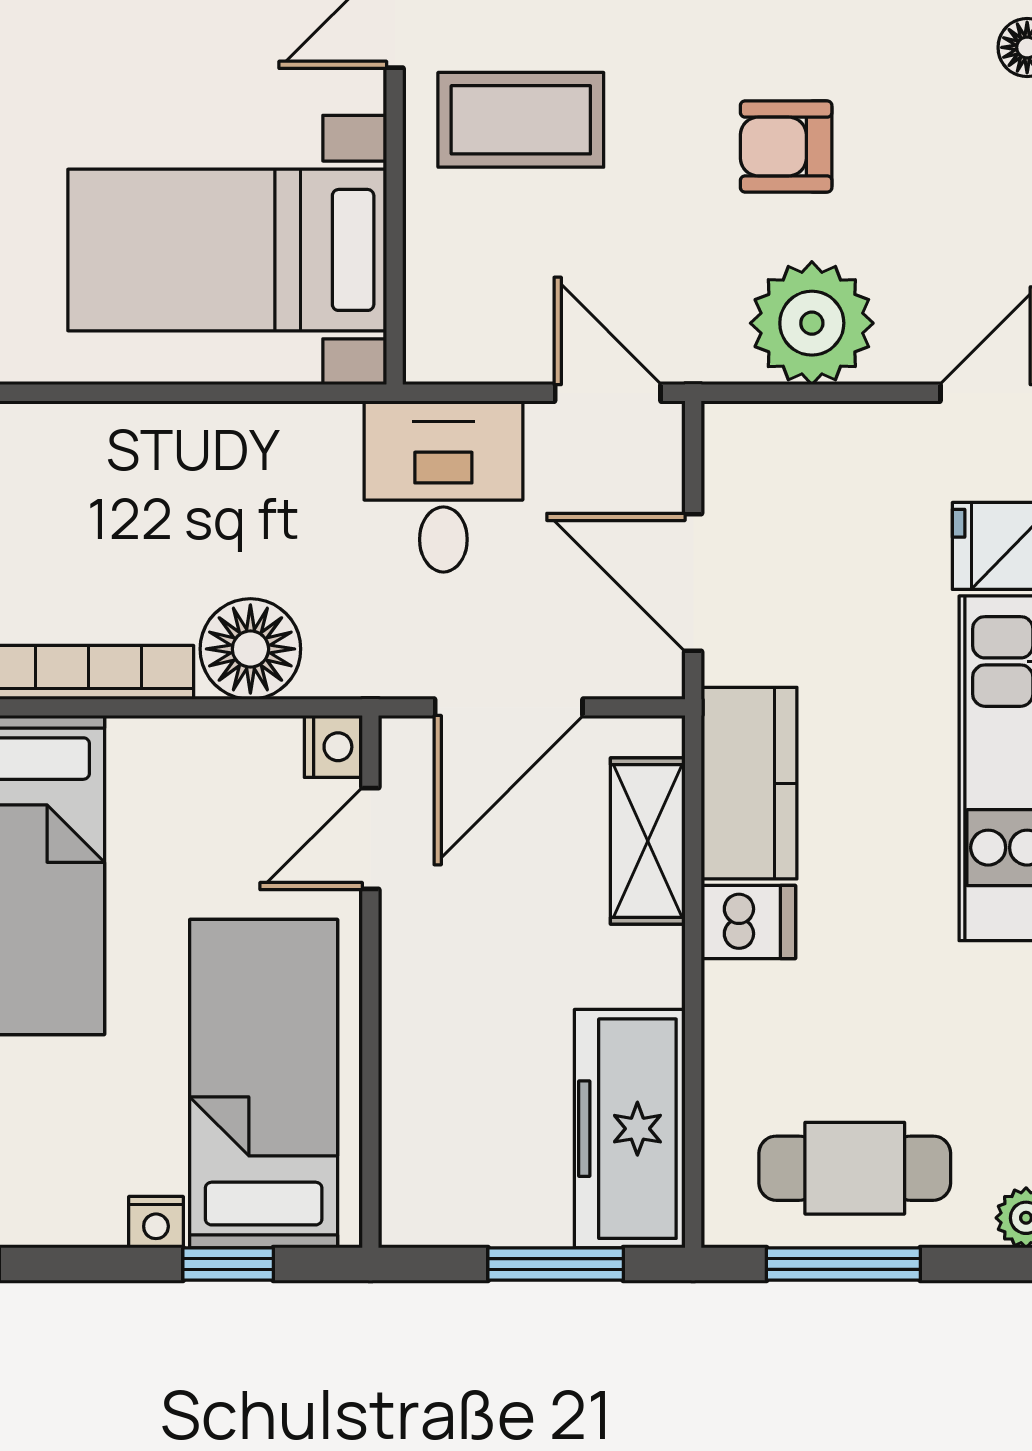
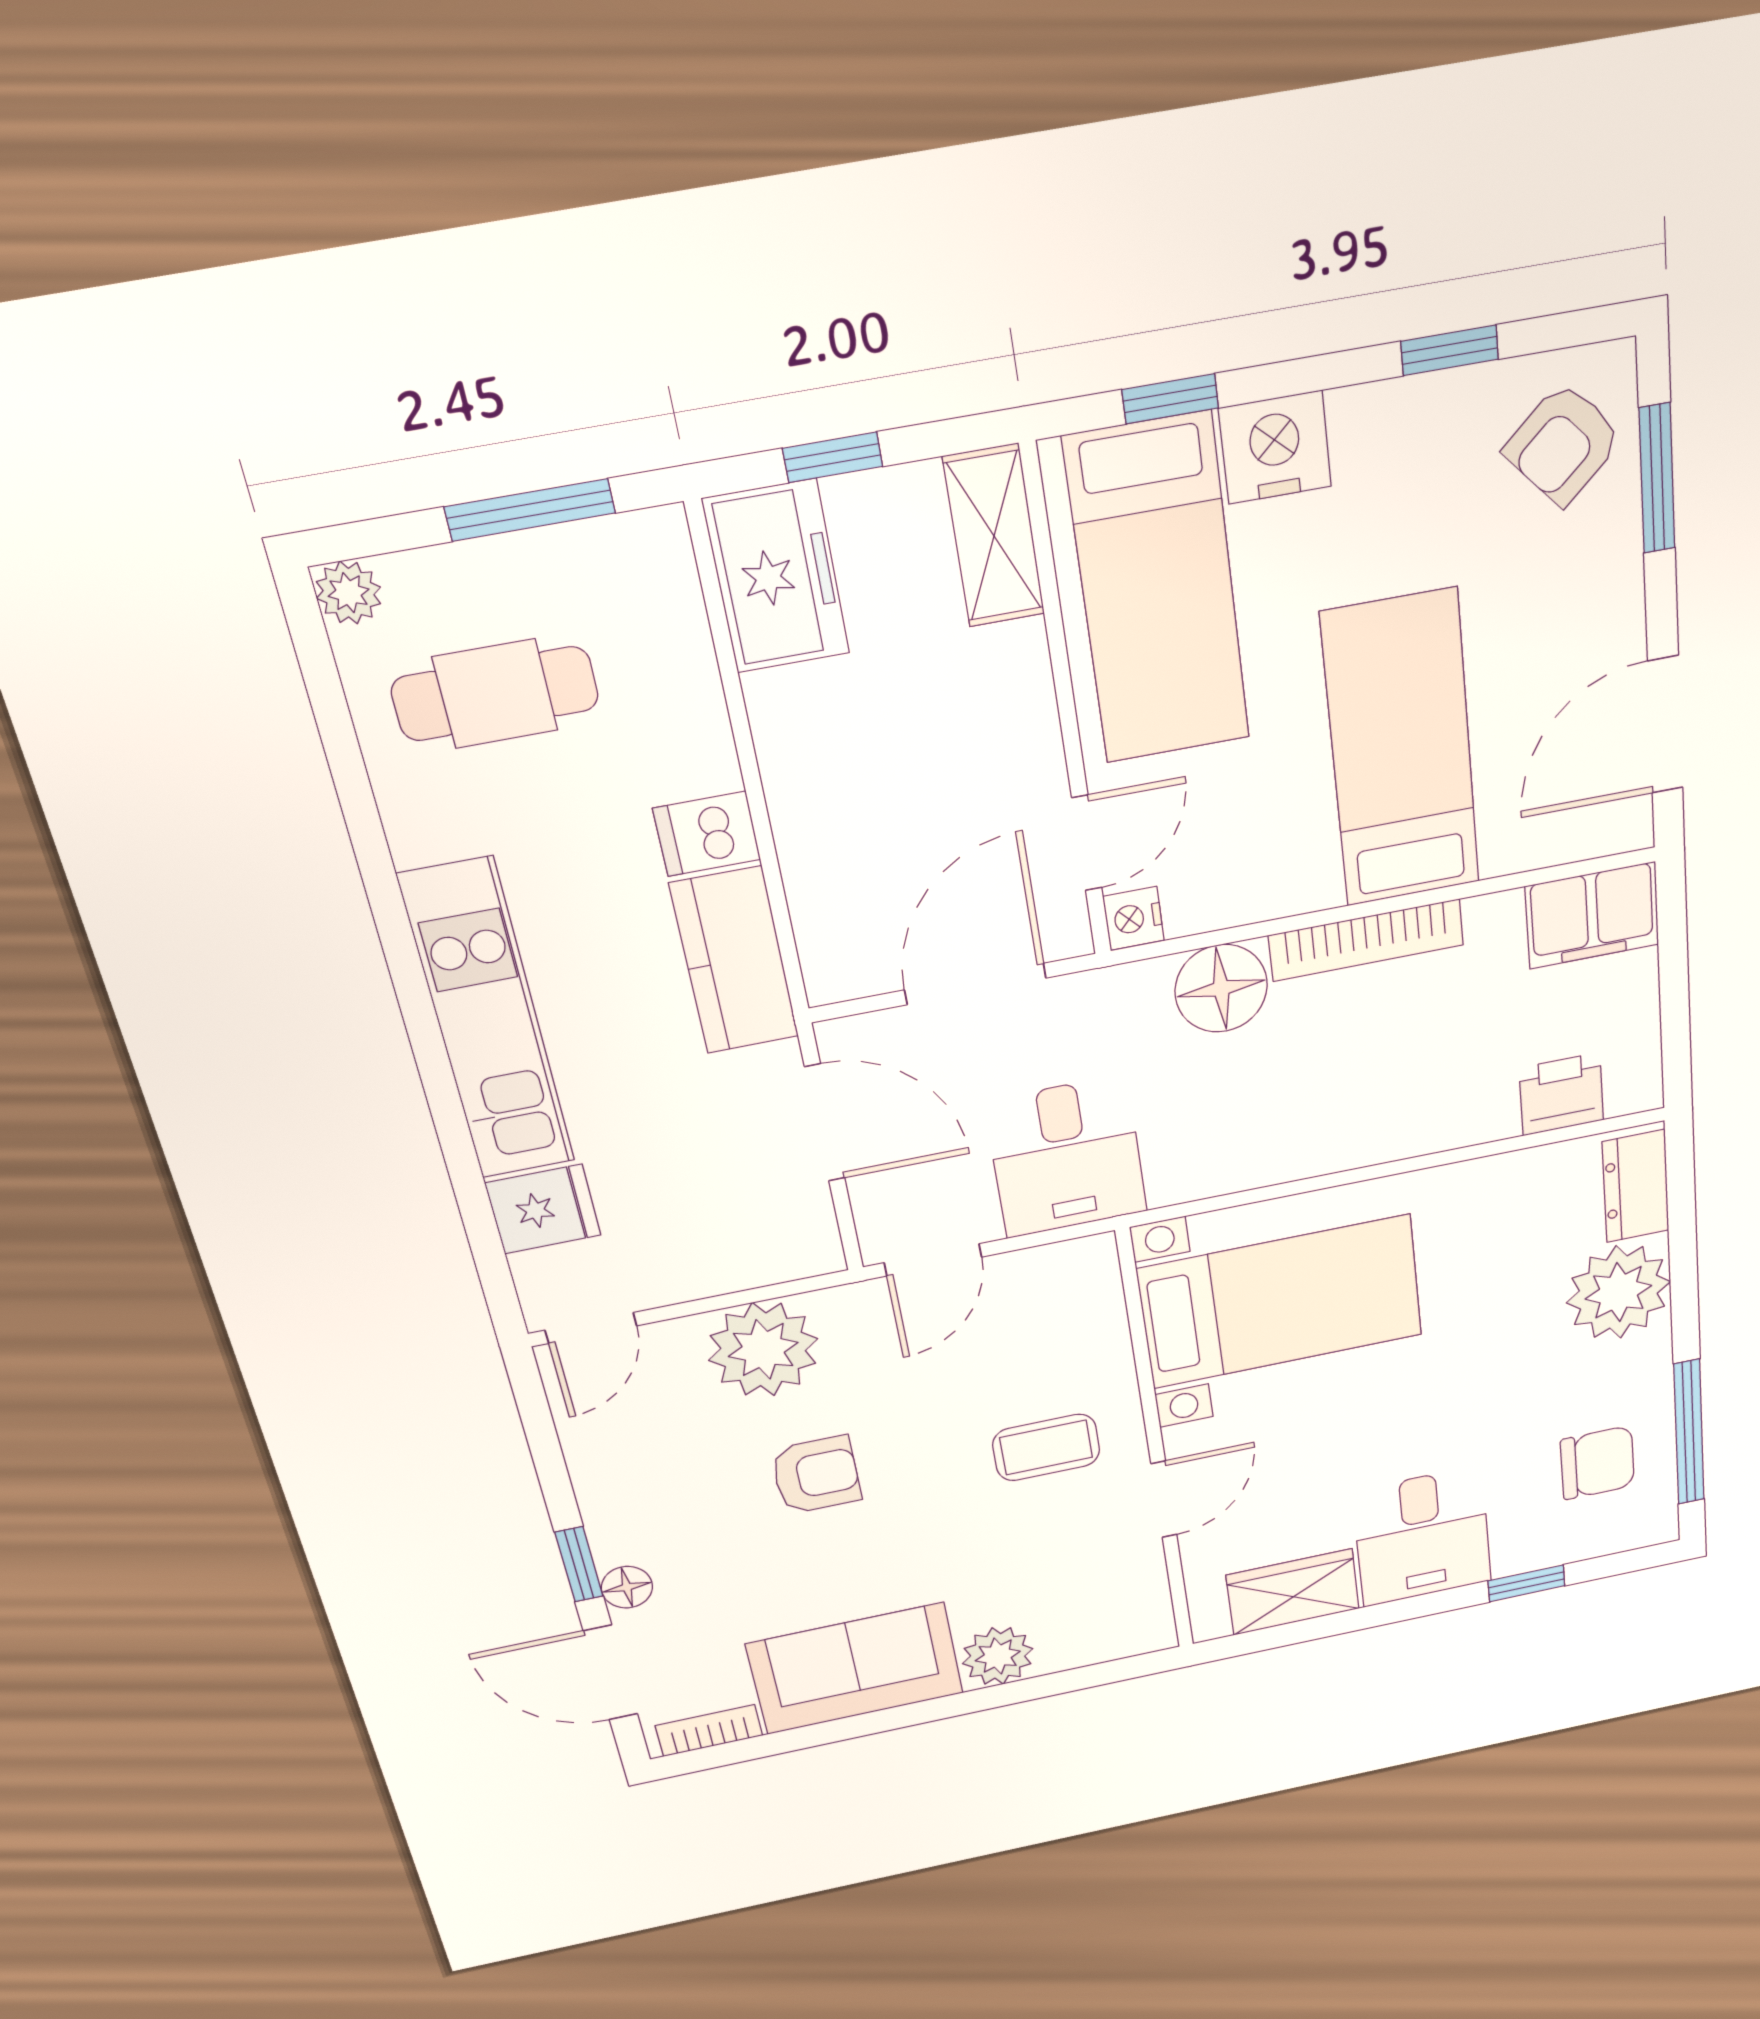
coffee table: (521, 120) -> (1046, 1447), width x0.73, depth x0.77
door: (608, 393) -> (933, 1260), hinge flipped
shelving: (648, 841) -> (994, 536), moved
freezer: (630, 1129) -> (776, 577), width x0.71
cafe table: (855, 1168) -> (495, 694), moved
nightstand: (156, 1222) -> (1275, 447), width x1.89, depth x1.79
window: (556, 1264) -> (833, 457), width x0.67

